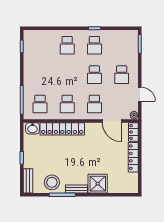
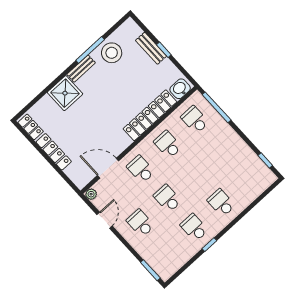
door: (140, 94) -> (105, 220), swing flipped
locker: (133, 132) -> (31, 127), moved
bench: (28, 181) -> (151, 48), moved

